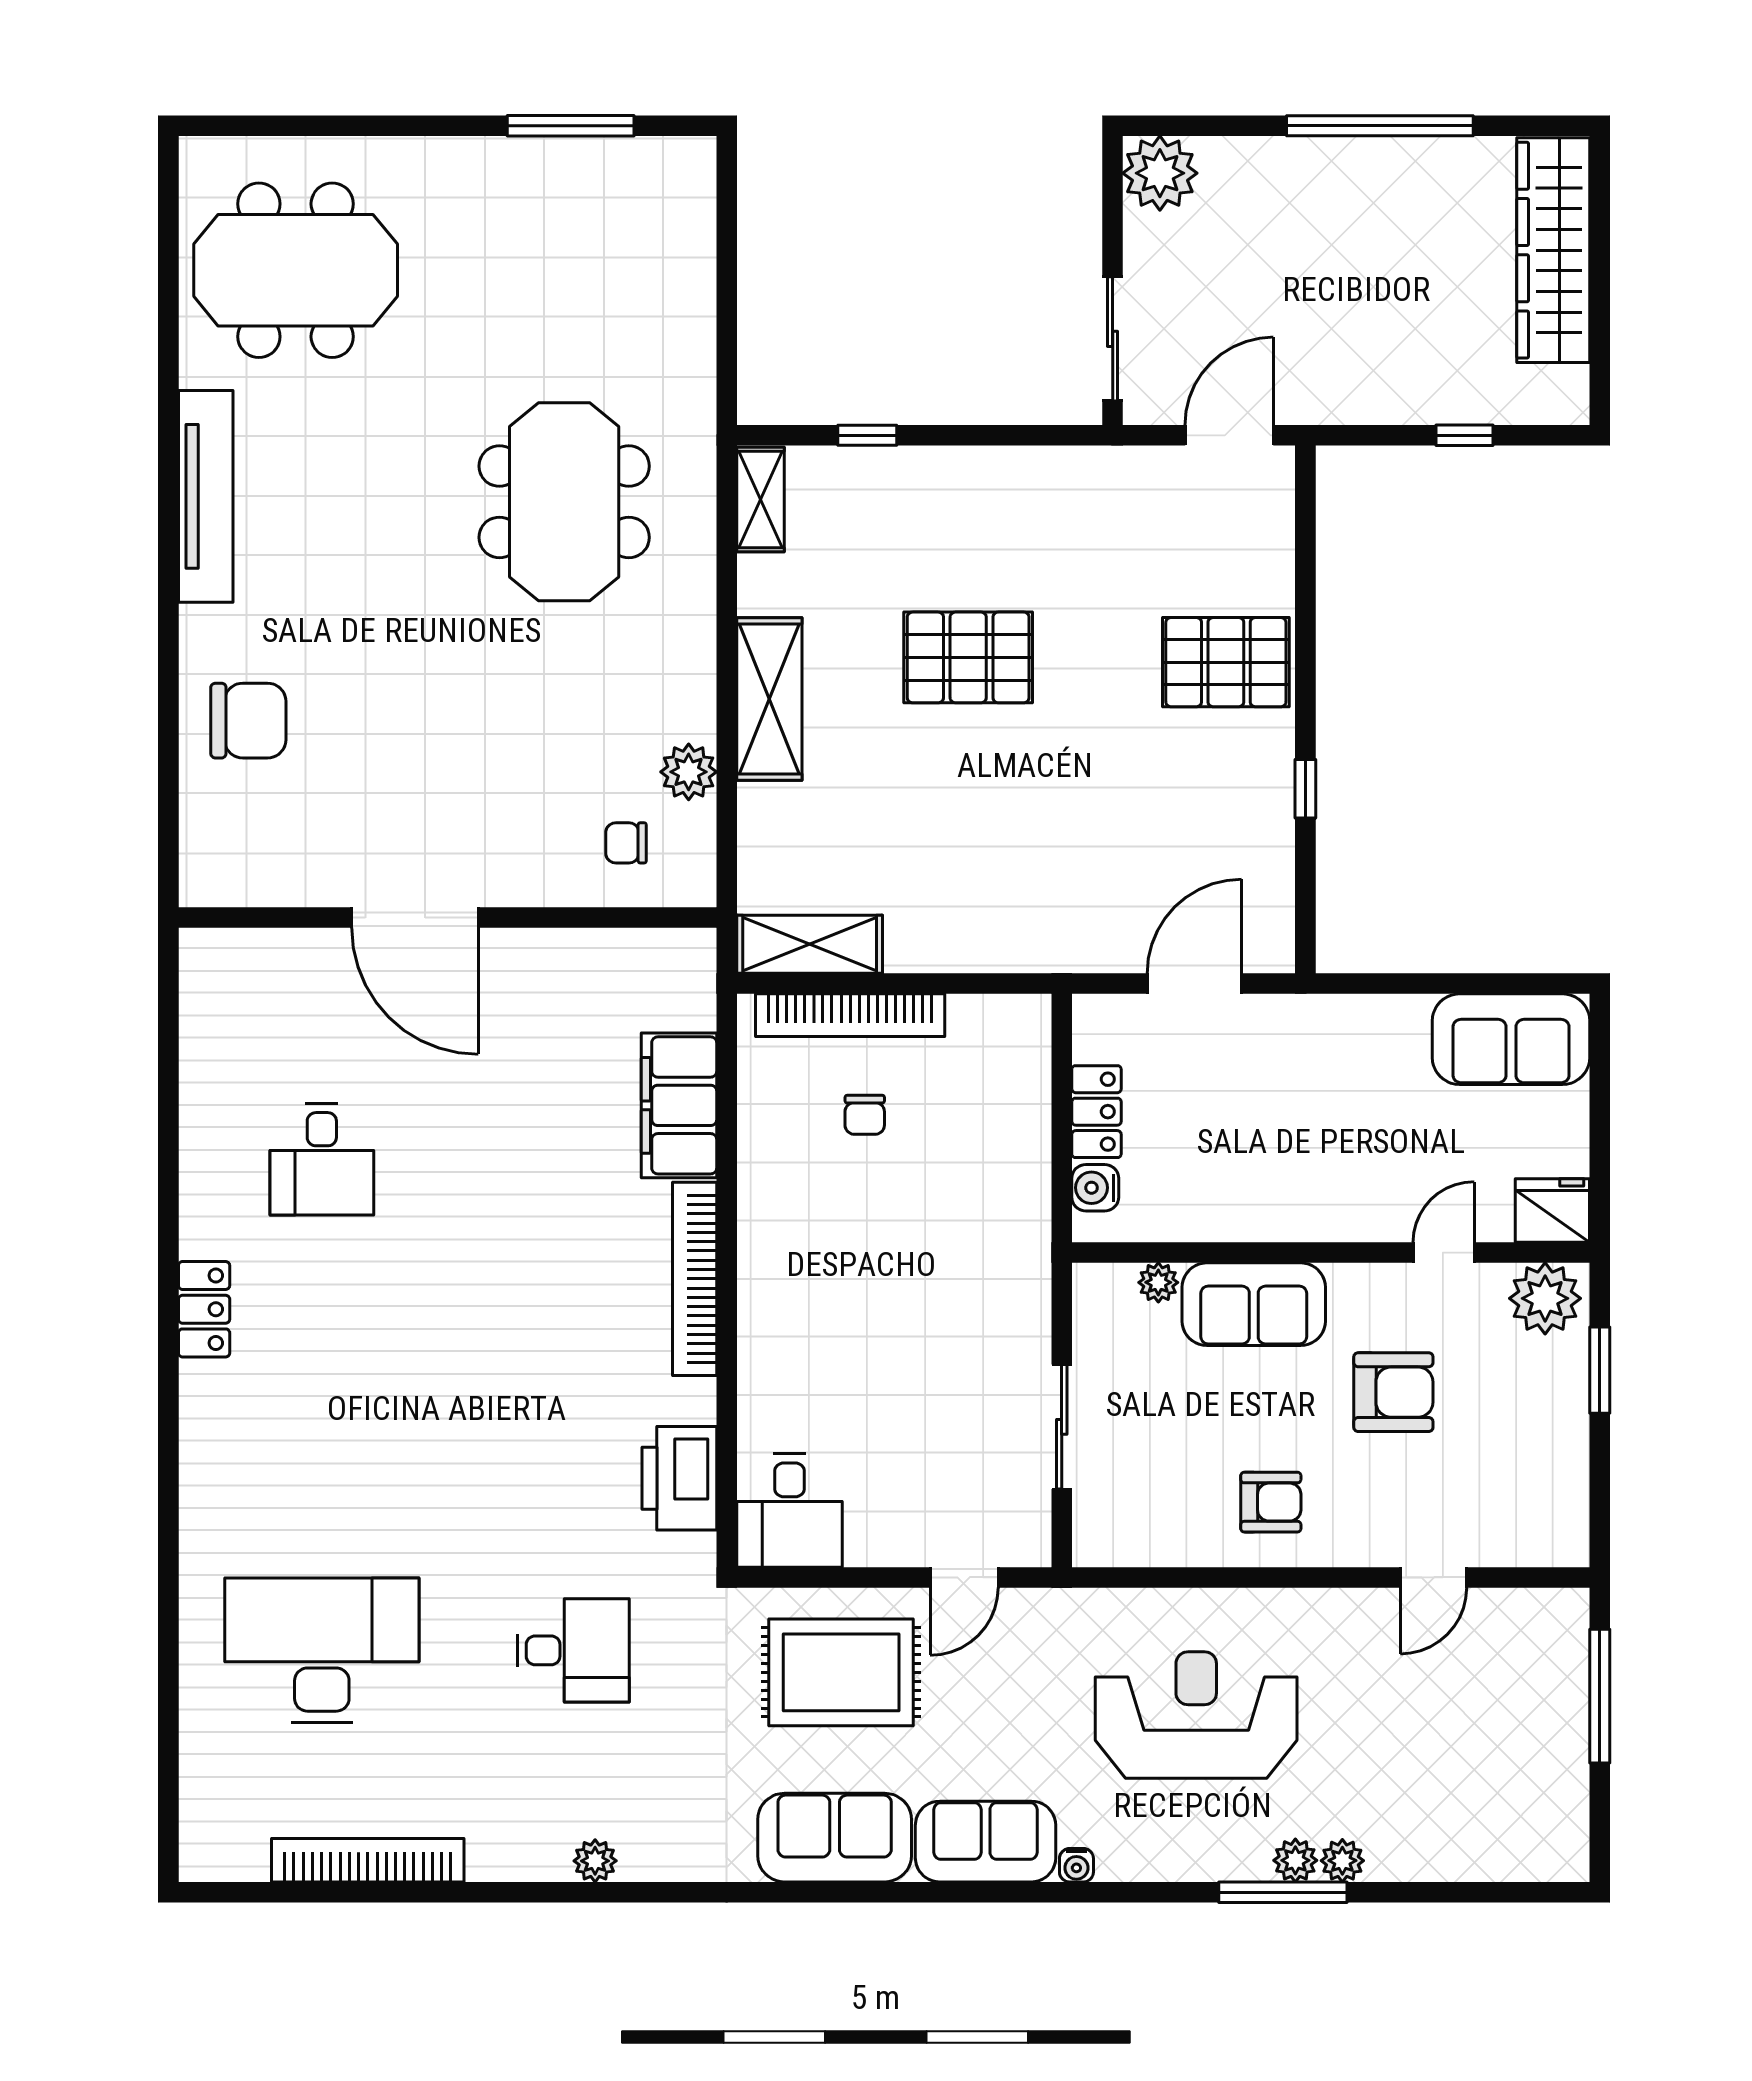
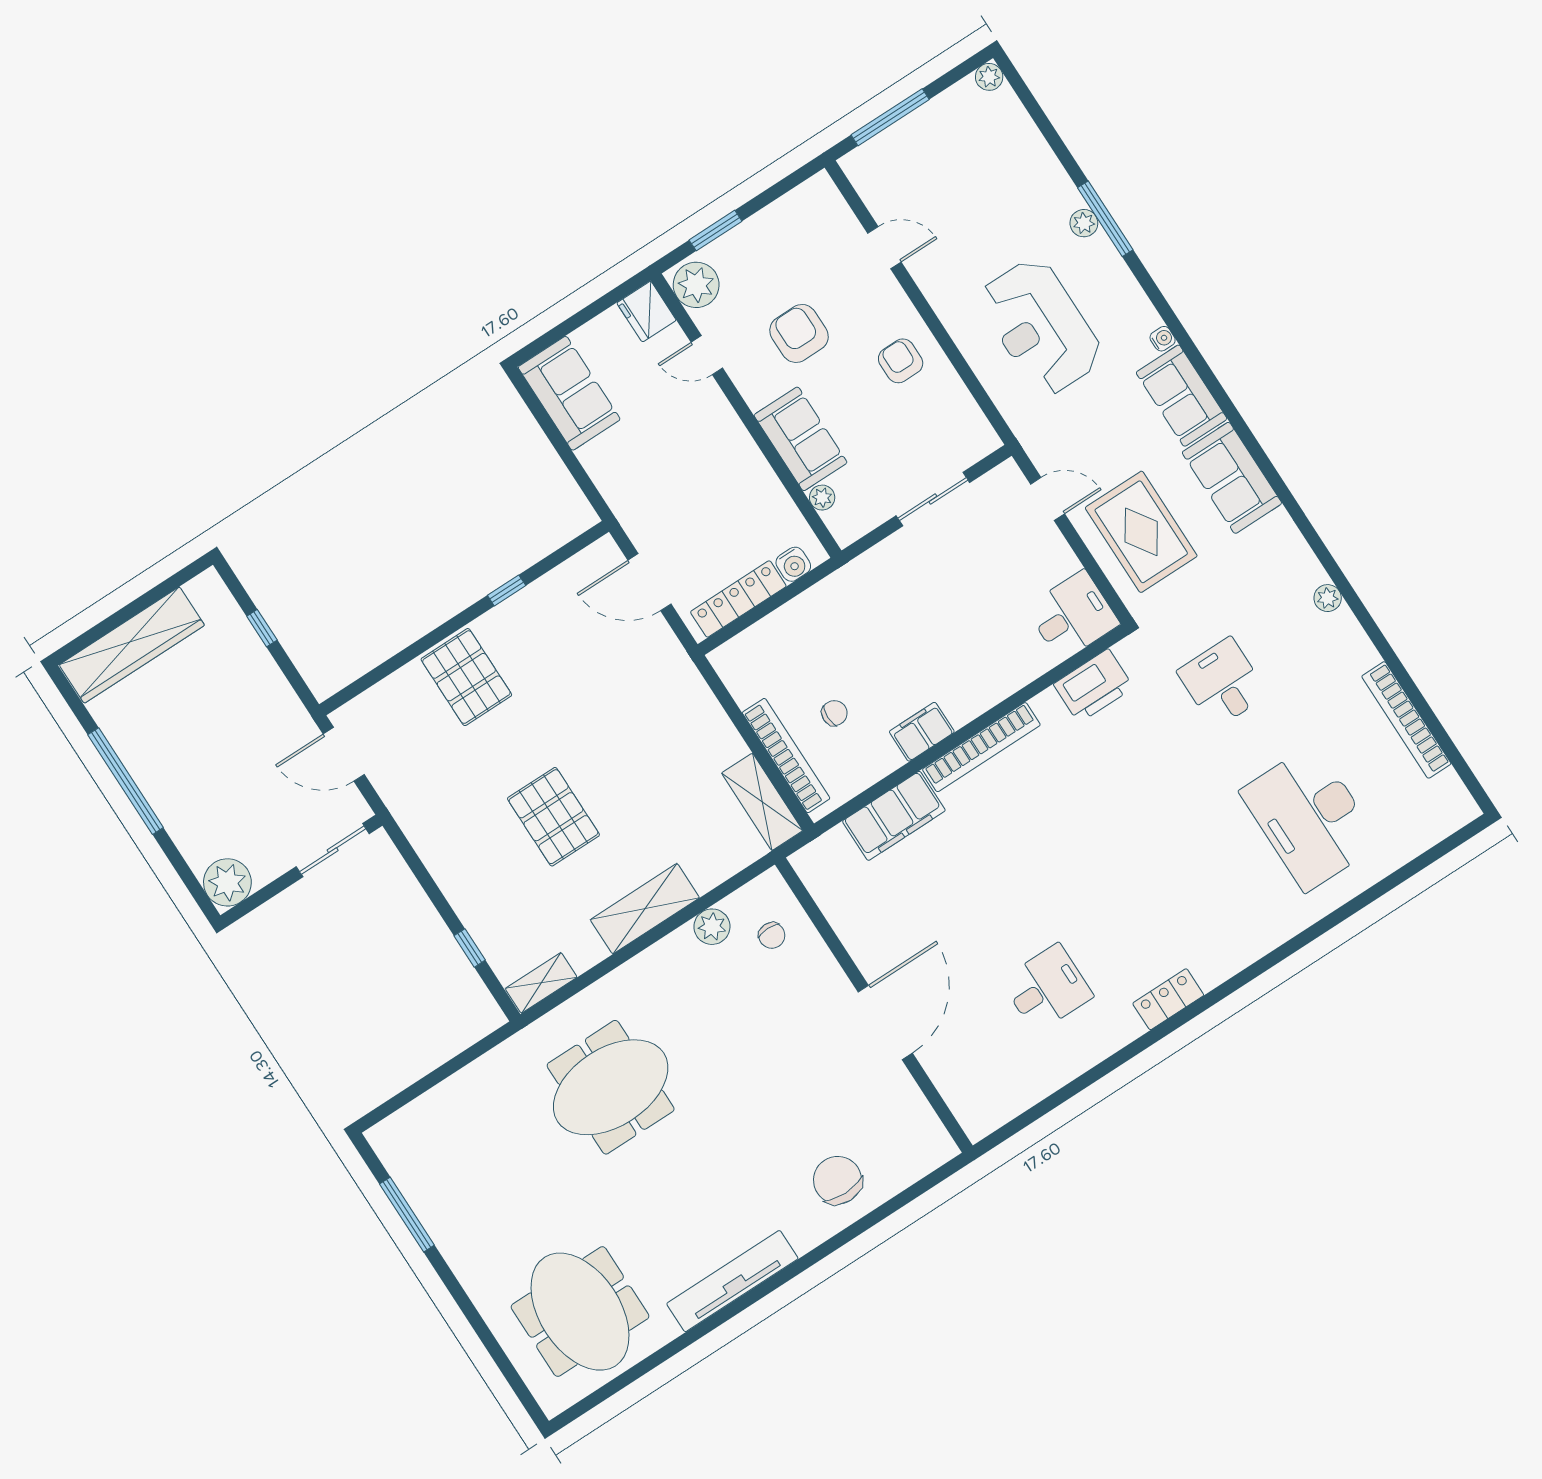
locker: (1096, 1112) -> (738, 599), width x1.53
filing cabinet: (766, 1214) -> (922, 732), added
plant: (1342, 1861) -> (989, 77), moved

